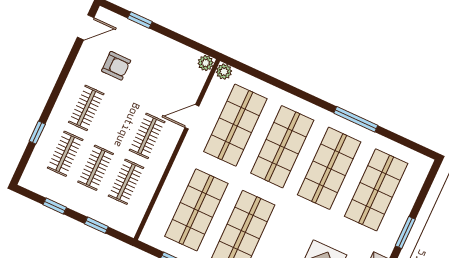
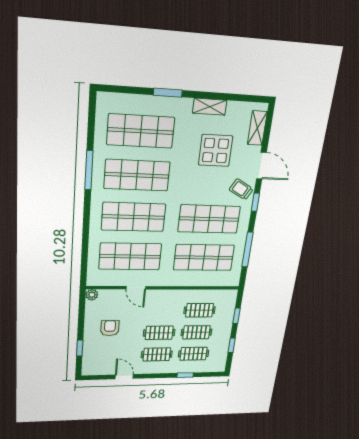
door: (86, 27) -> (124, 377), moved
armchair: (116, 66) -> (110, 328), moved
plant: (224, 72) -> (93, 280), removed
clothes rail: (147, 136) -> (159, 333), moved

